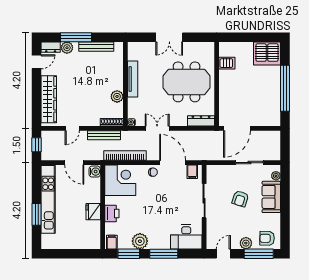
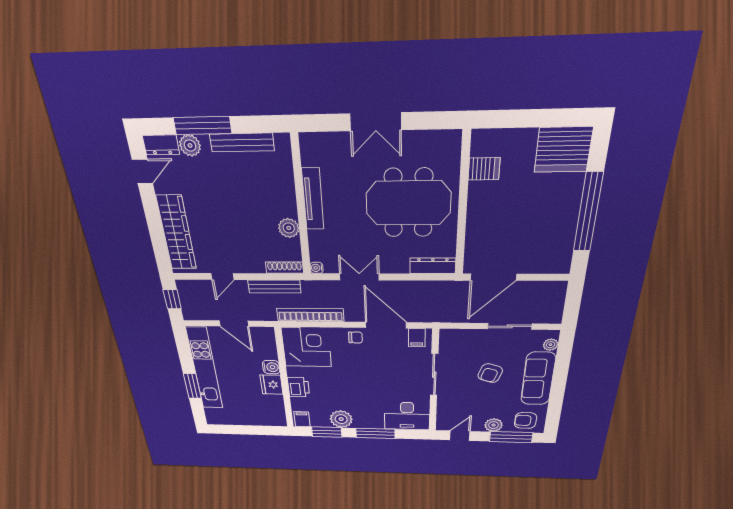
water cooler: (95, 172) -> (271, 367), moved
sofa: (271, 197) -> (538, 379), width x1.36

